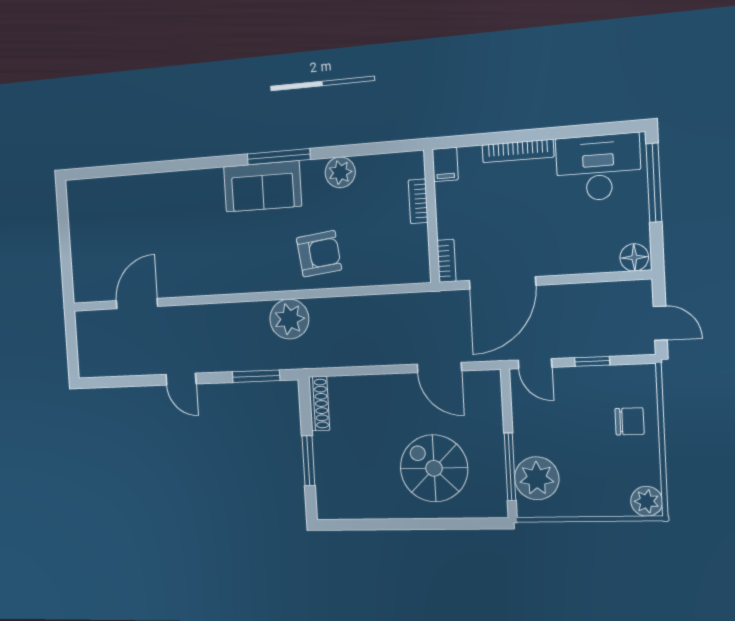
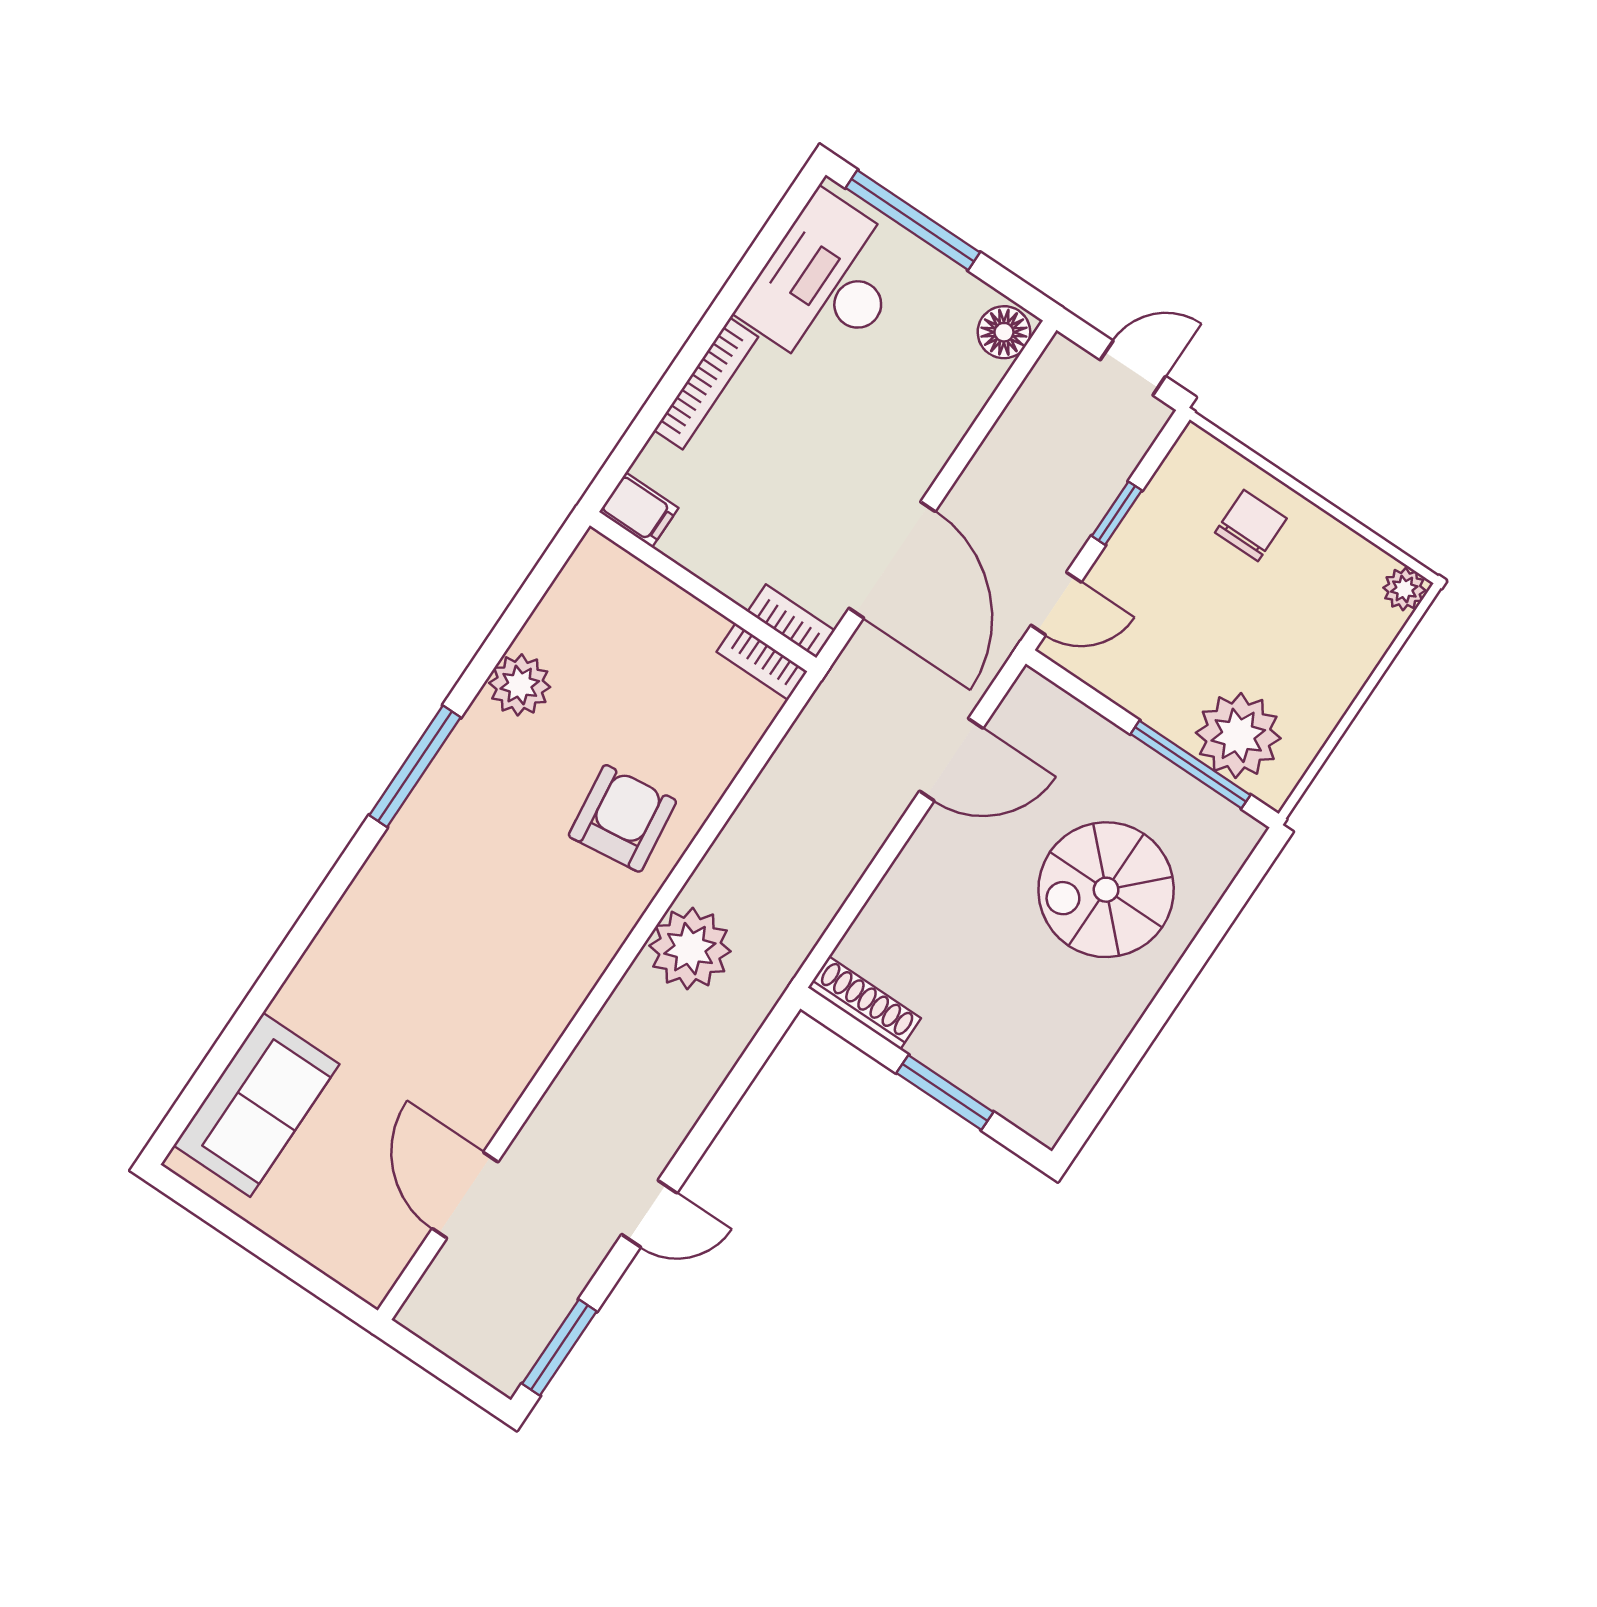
sofa: (262, 186) -> (256, 1105), moved
bookcase: (418, 201) -> (762, 662), moved
window: (256, 376) -> (559, 1348), moved
plant: (647, 501) -> (1404, 589), width x0.73, depth x0.73

